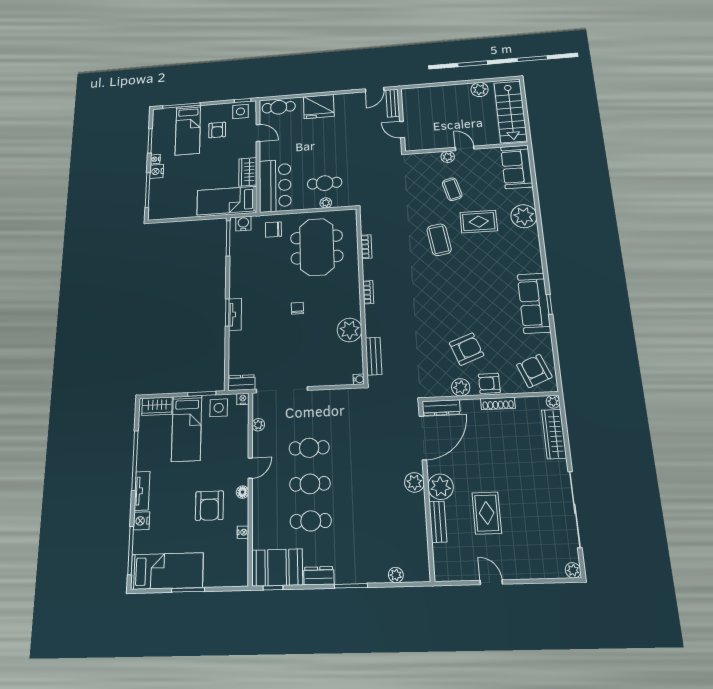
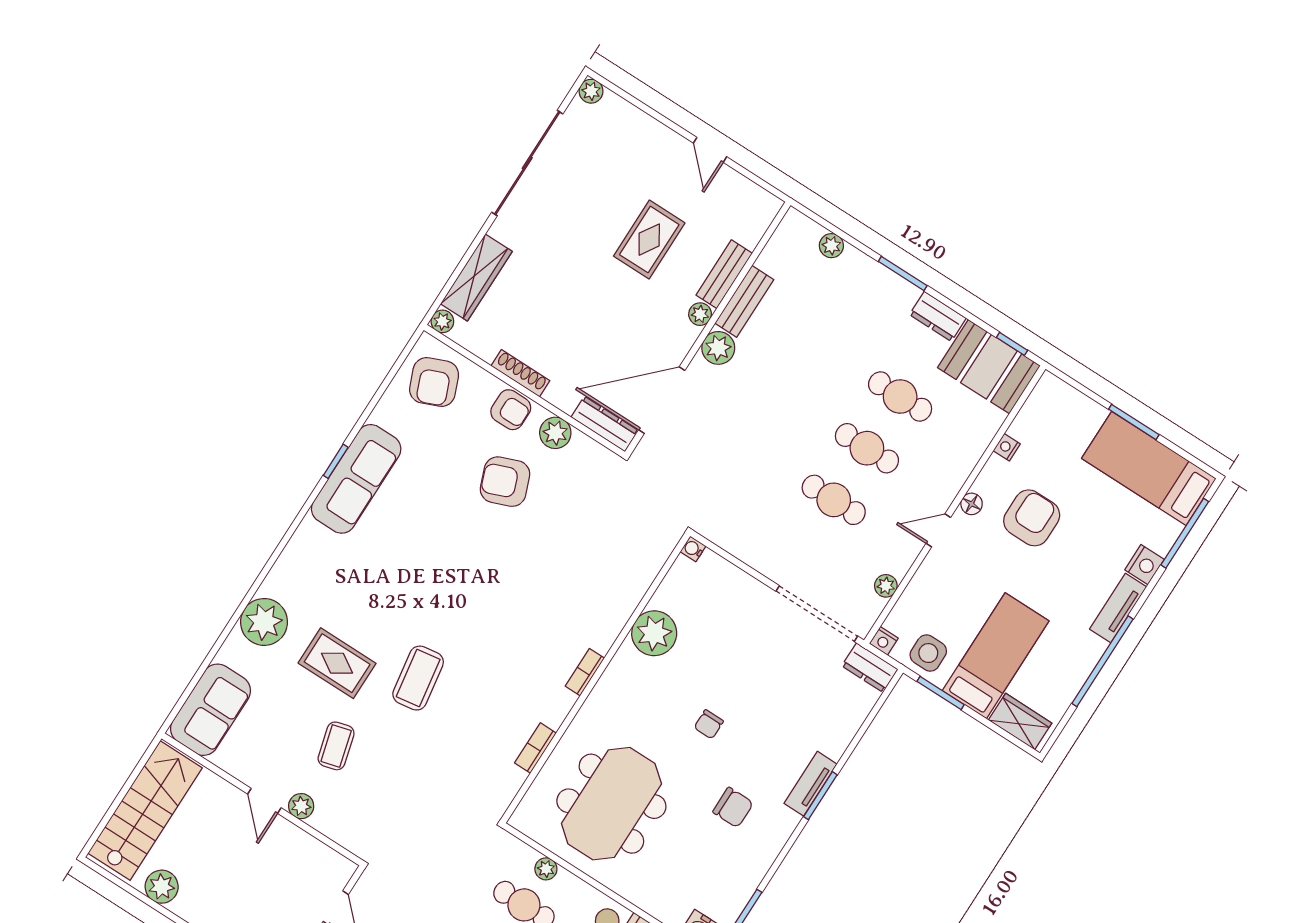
chair: (273, 229) -> (733, 807), moved
bench: (374, 356) -> (744, 301), moved
plant: (440, 487) -> (700, 314), width x0.53, depth x0.53

